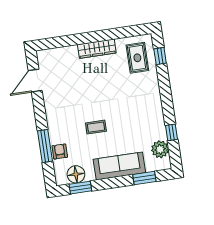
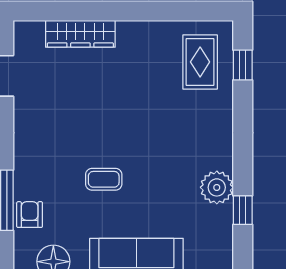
wardrobe: (97, 49) -> (80, 34), moved
plant: (160, 149) -> (217, 187), moved

